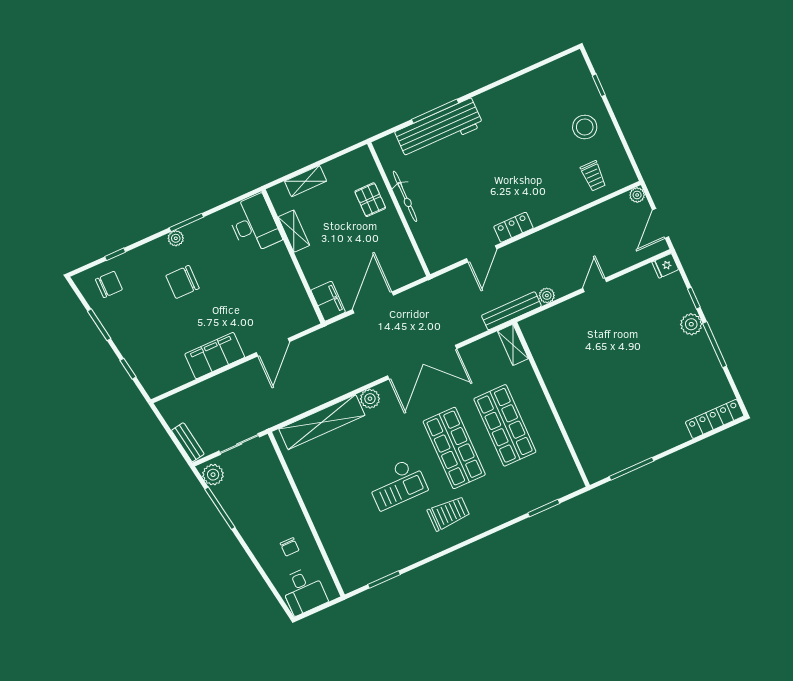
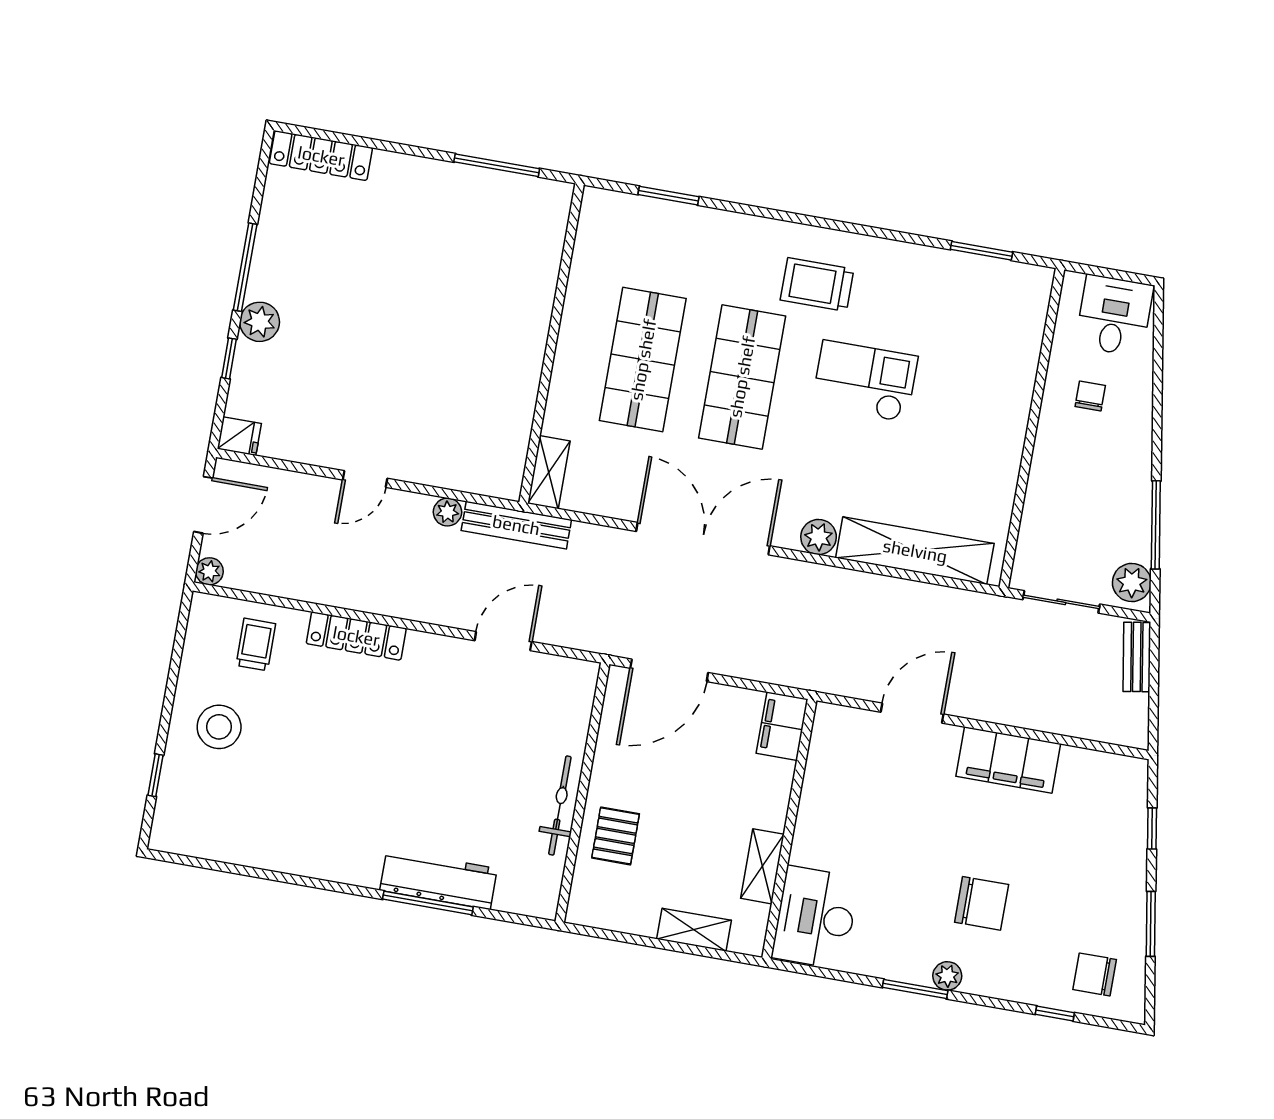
workbench: (439, 129) -> (438, 879), width x0.73, depth x0.76
locker: (513, 227) -> (356, 636), moved, width x1.53
door: (373, 302) -> (669, 670), moved

